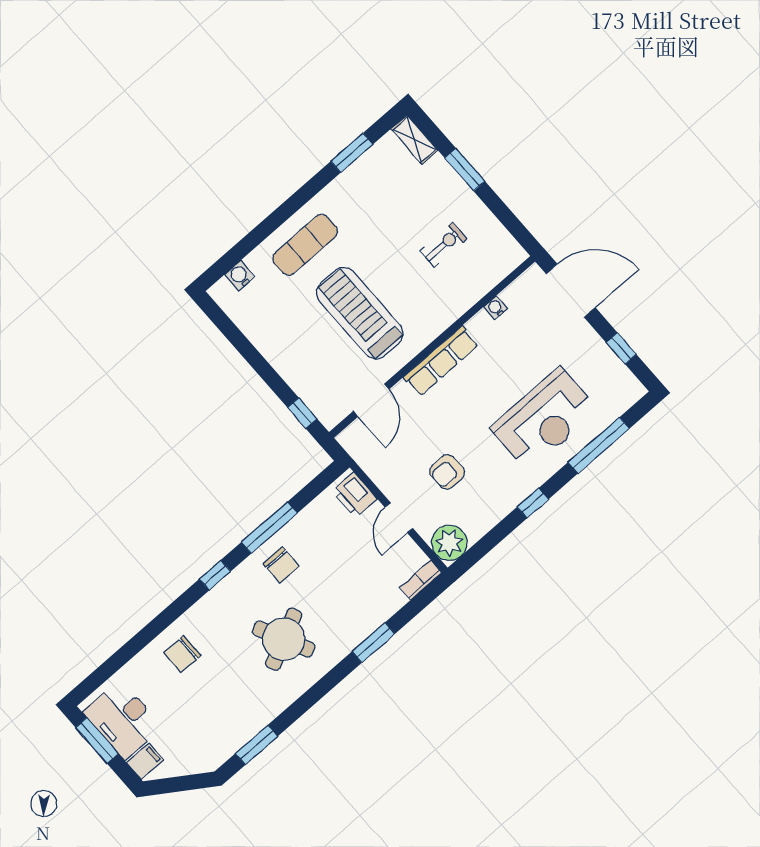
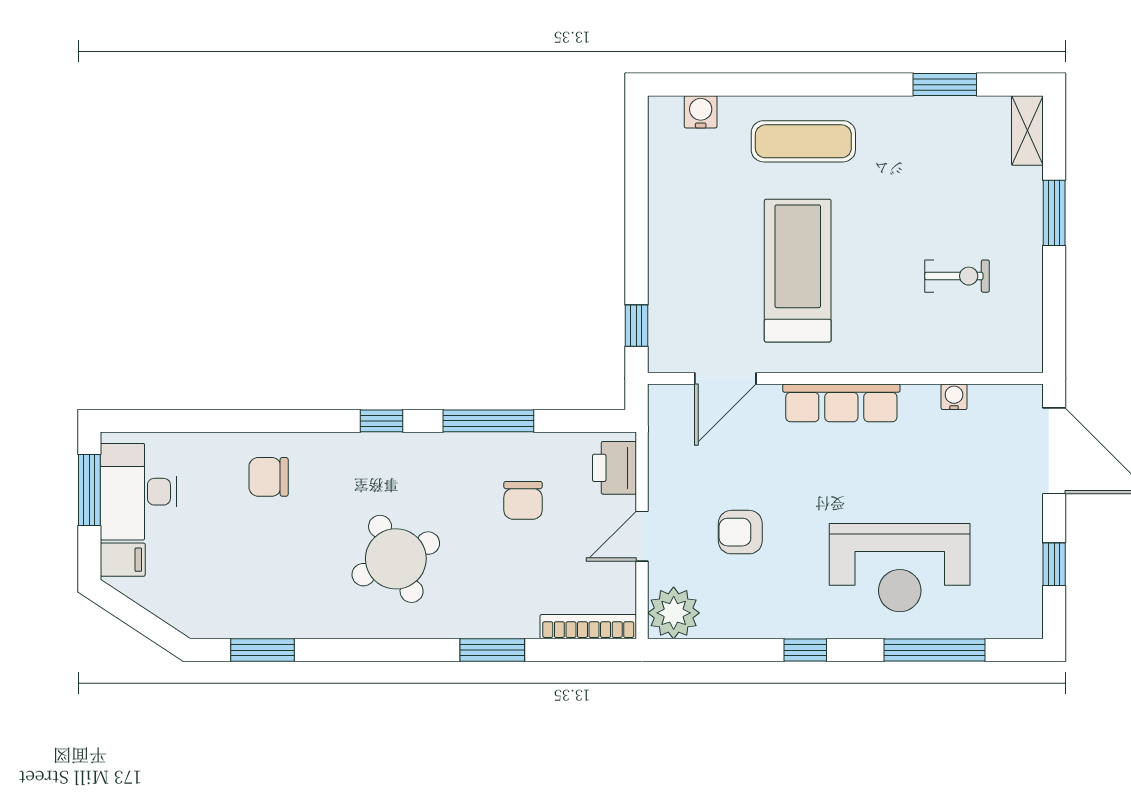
chair: (281, 565) -> (523, 500), moved
bookcase: (421, 580) -> (588, 627), width x1.56

